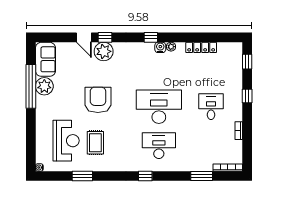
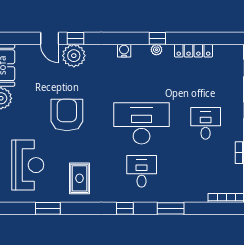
window: (151, 37) -> (157, 38), moved
water cooler: (160, 47) -> (124, 51), moved
rug: (95, 143) -> (80, 178), moved
desk: (159, 146) -> (142, 171), width x0.73
window: (202, 176) -> (171, 208), moved

